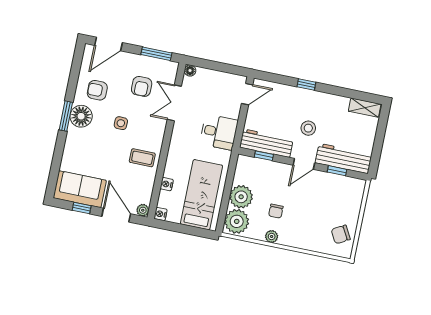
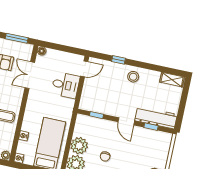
window: (306, 85) -> (119, 60), moved
stool: (308, 128) -> (133, 77), moved
desk: (219, 132) -> (66, 85), moved
workbench: (266, 143) -> (98, 106), removed
door: (304, 164) -> (126, 121), hinge flipped

